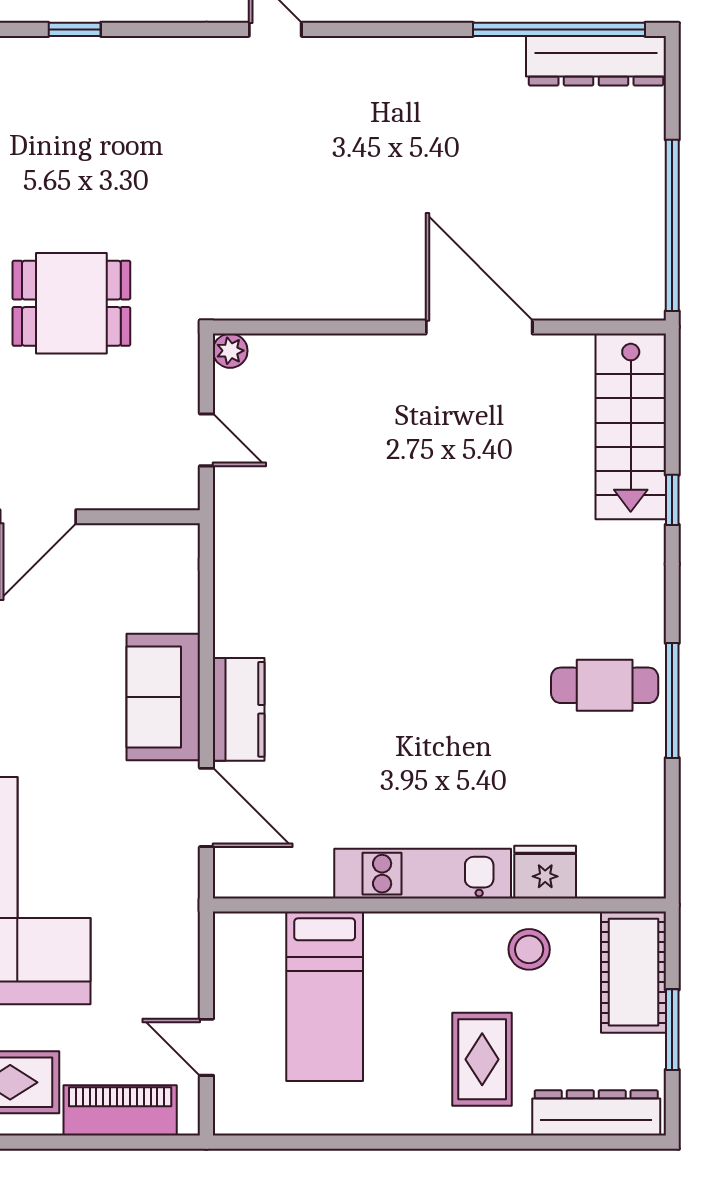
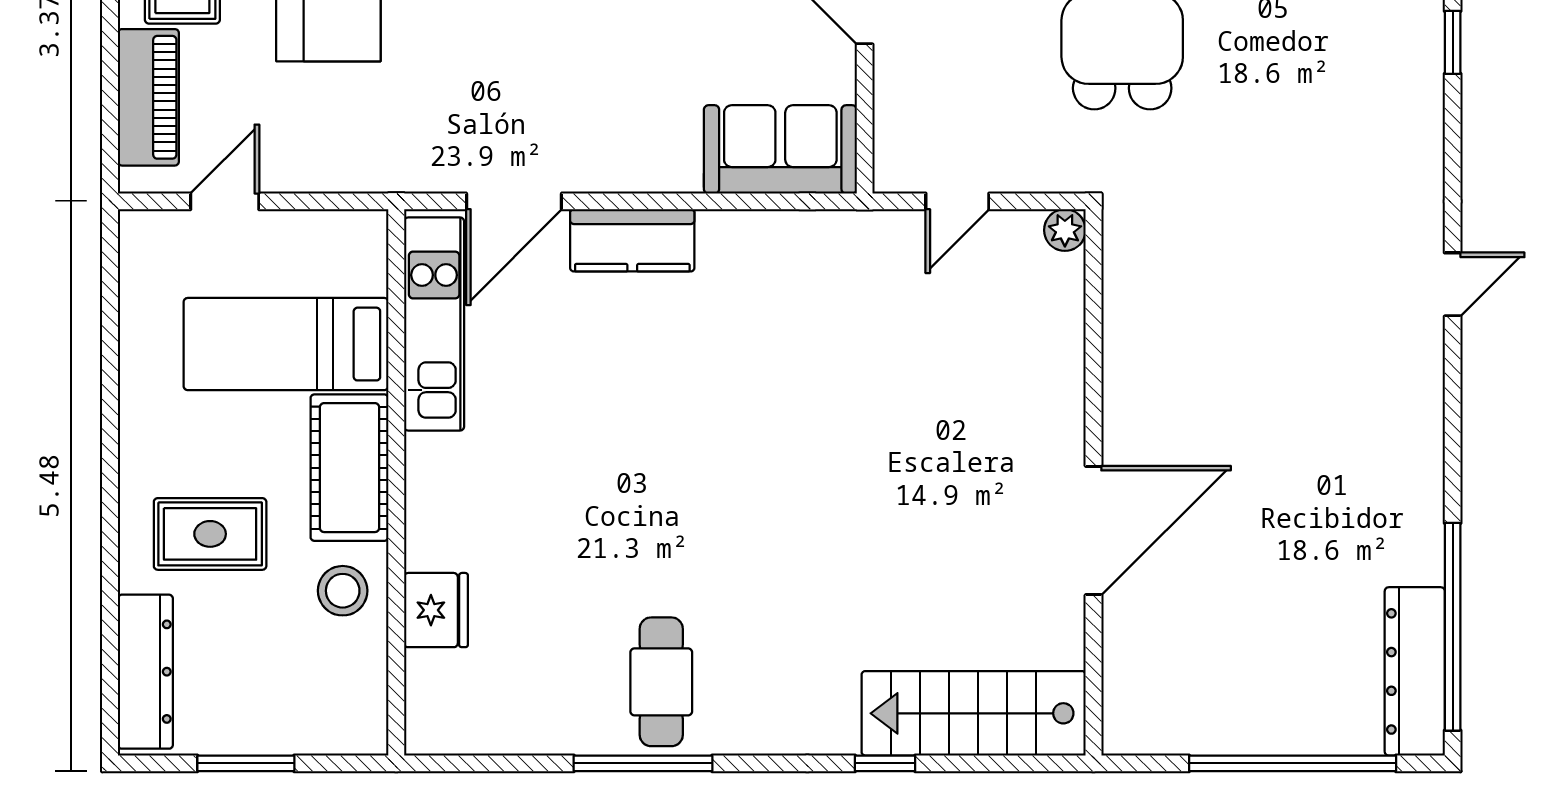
window: (672, 225) -> (1293, 763), moved
sofa: (163, 697) -> (780, 149), moved
kitchen unit: (423, 874) -> (434, 324), moved
cot: (634, 972) -> (349, 468), moved, turned 90

